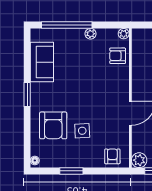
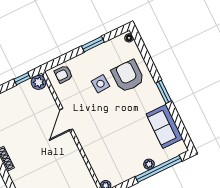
plant: (91, 34) -> (149, 164), moved
armchair: (118, 56) -> (102, 164), removed
armchair: (112, 156) -> (63, 74), turned 90

